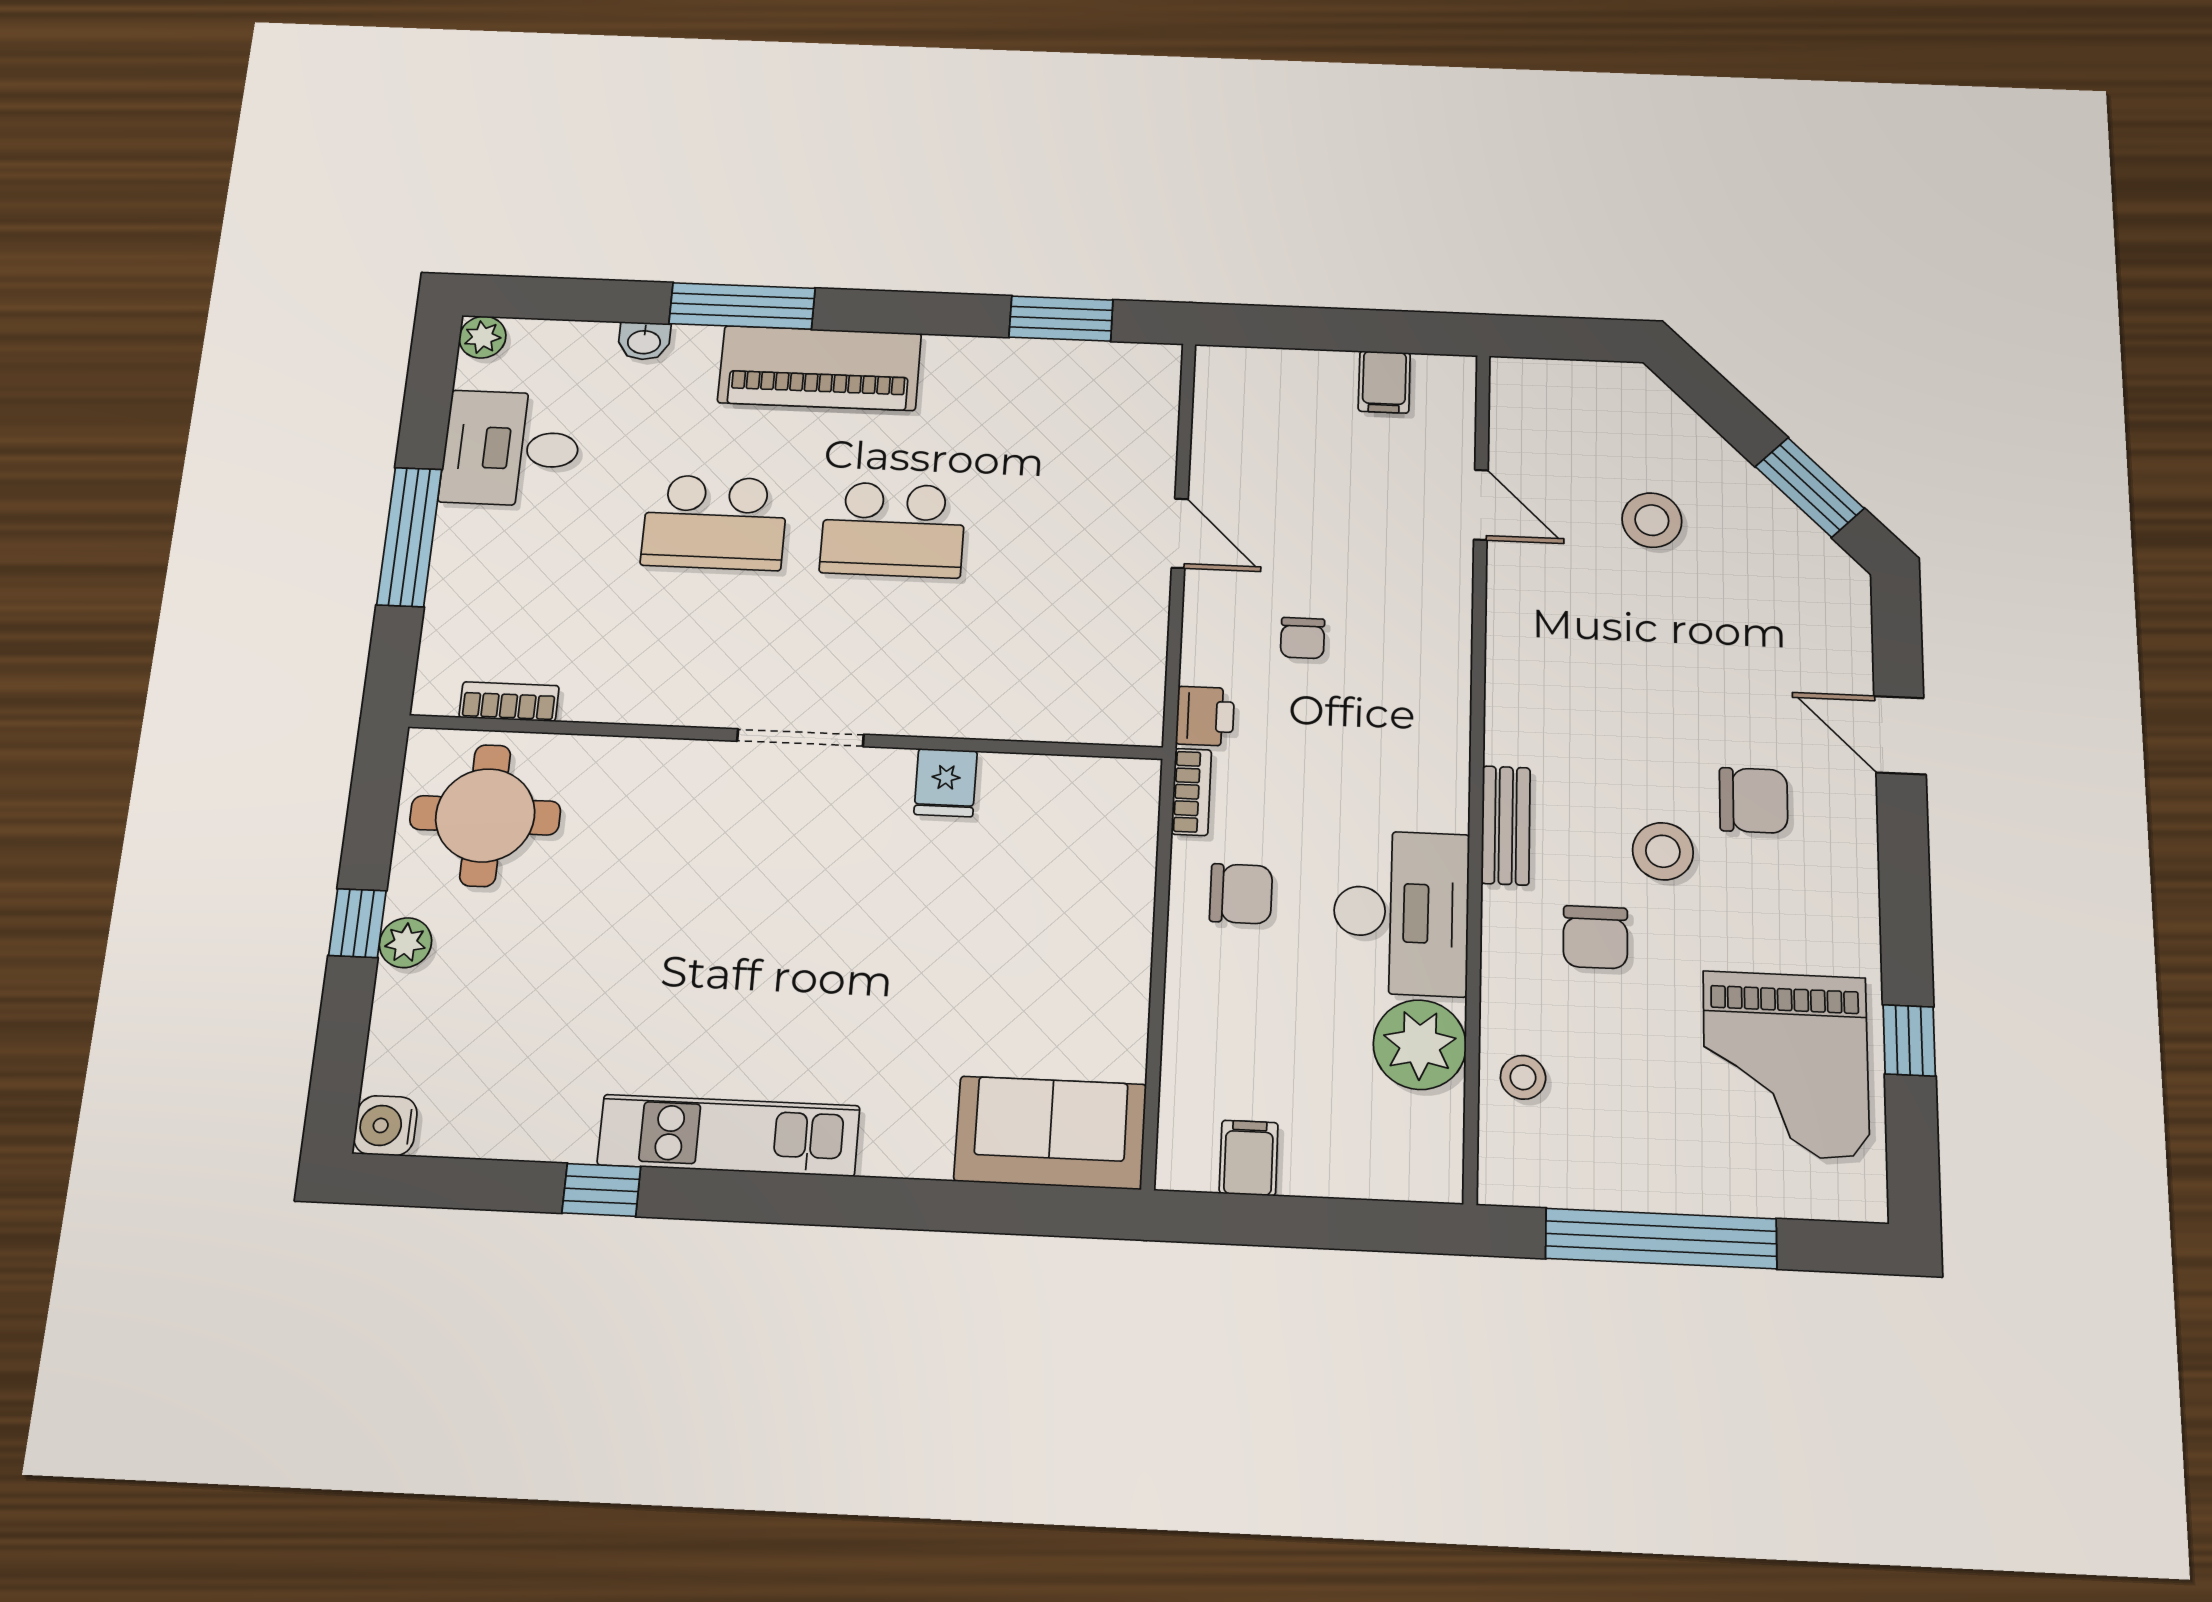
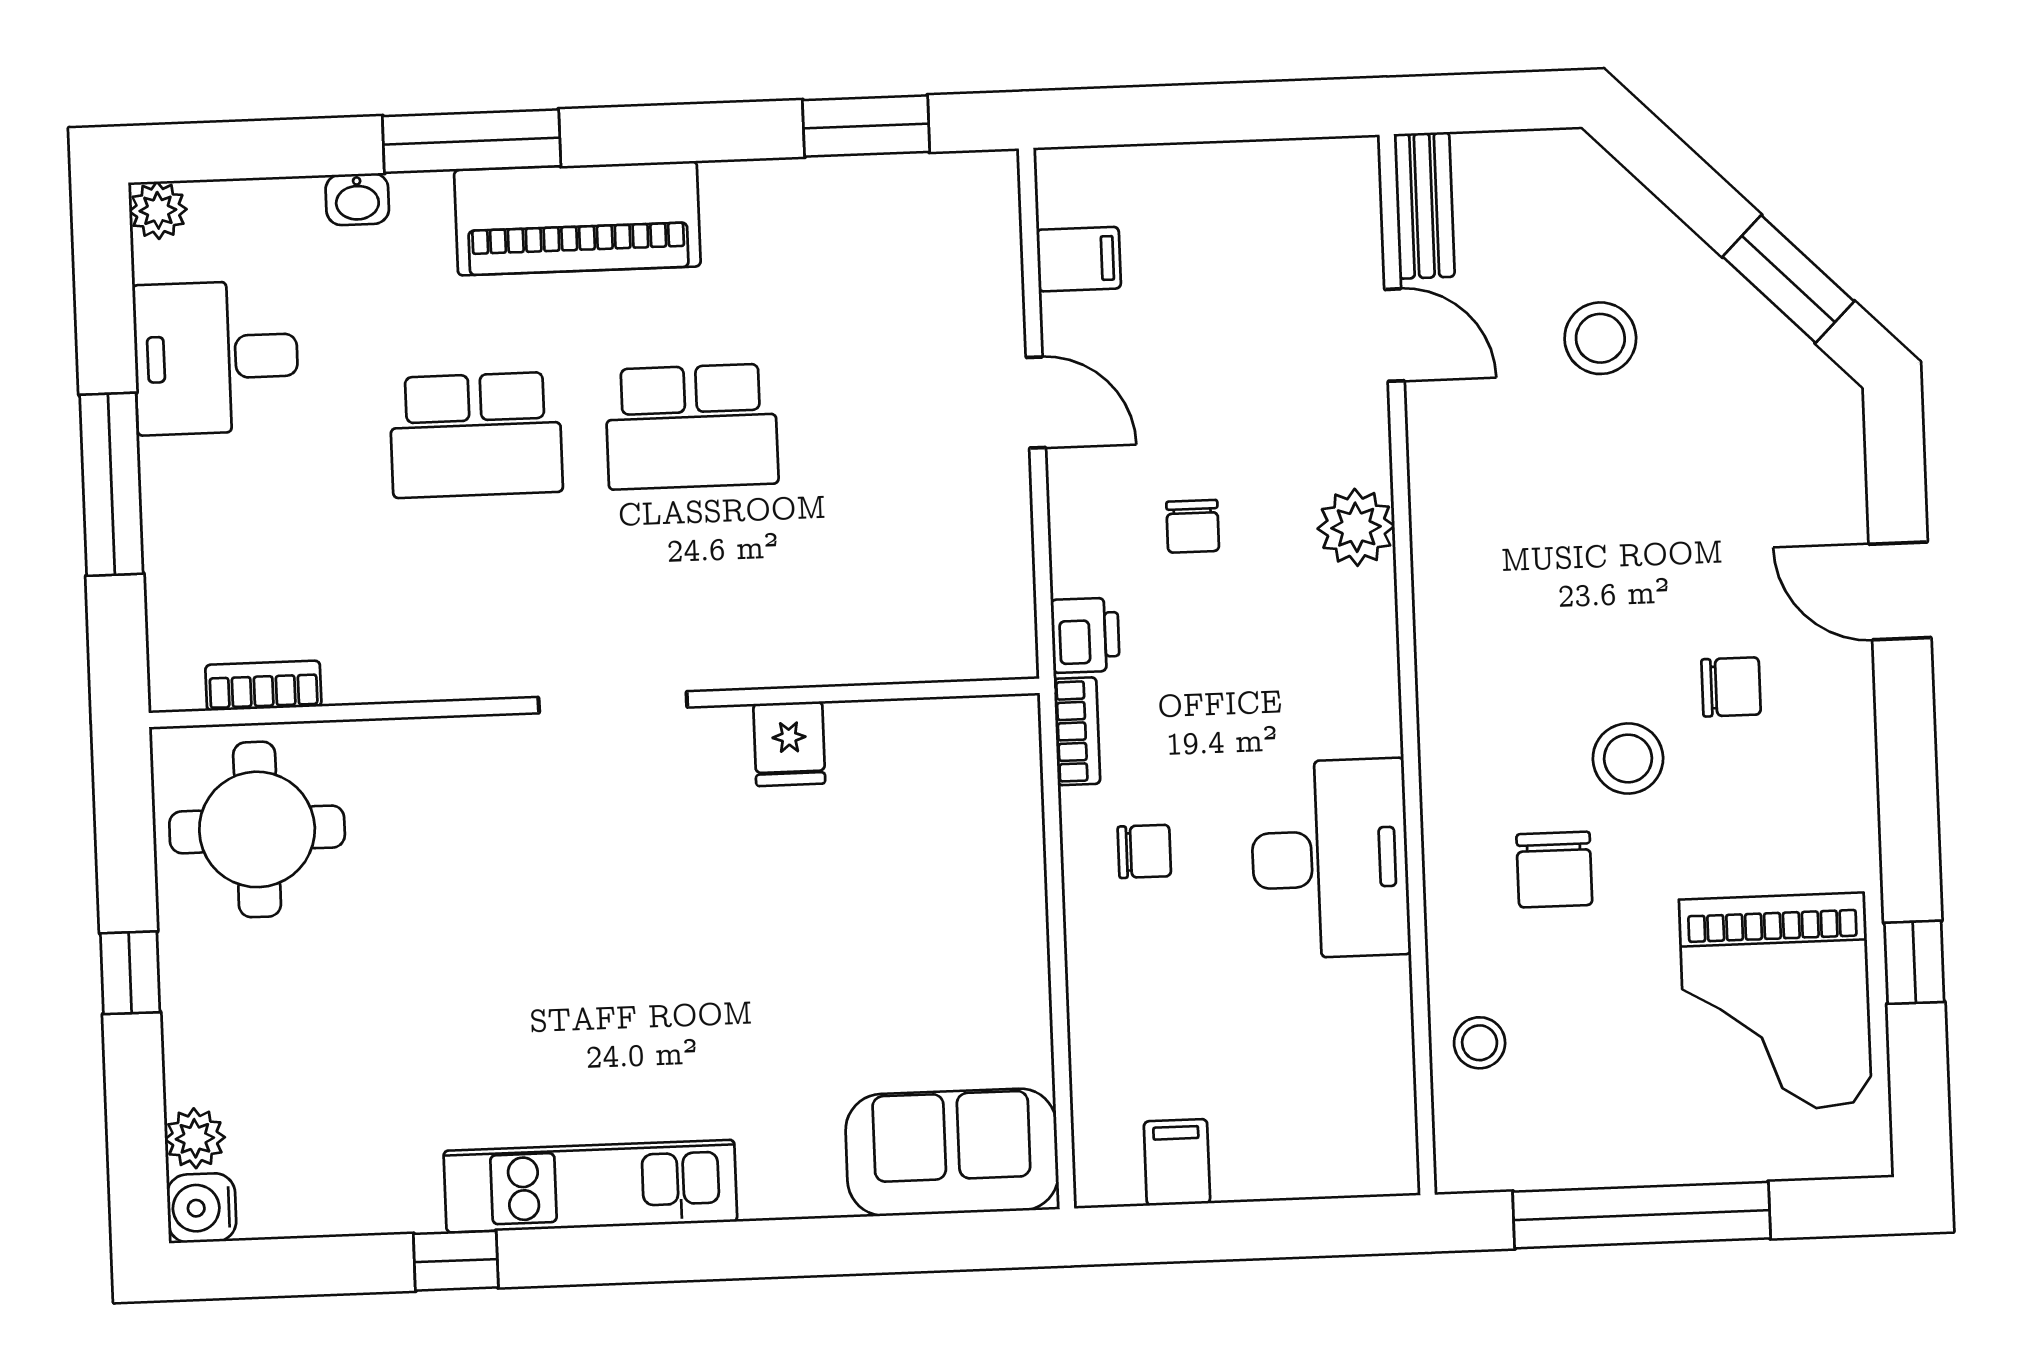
filing cabinet: (1384, 382) -> (1079, 259), moved, turned -90
chair: (1754, 800) -> (1731, 687), width x0.73, depth x0.73
bench: (1506, 825) -> (1424, 205), moved
chair: (1241, 894) -> (1144, 851), width x0.73, depth x0.73
plant: (405, 943) -> (195, 1138), moved
plant: (1420, 1045) -> (1356, 527), moved, width x0.73, depth x0.73

